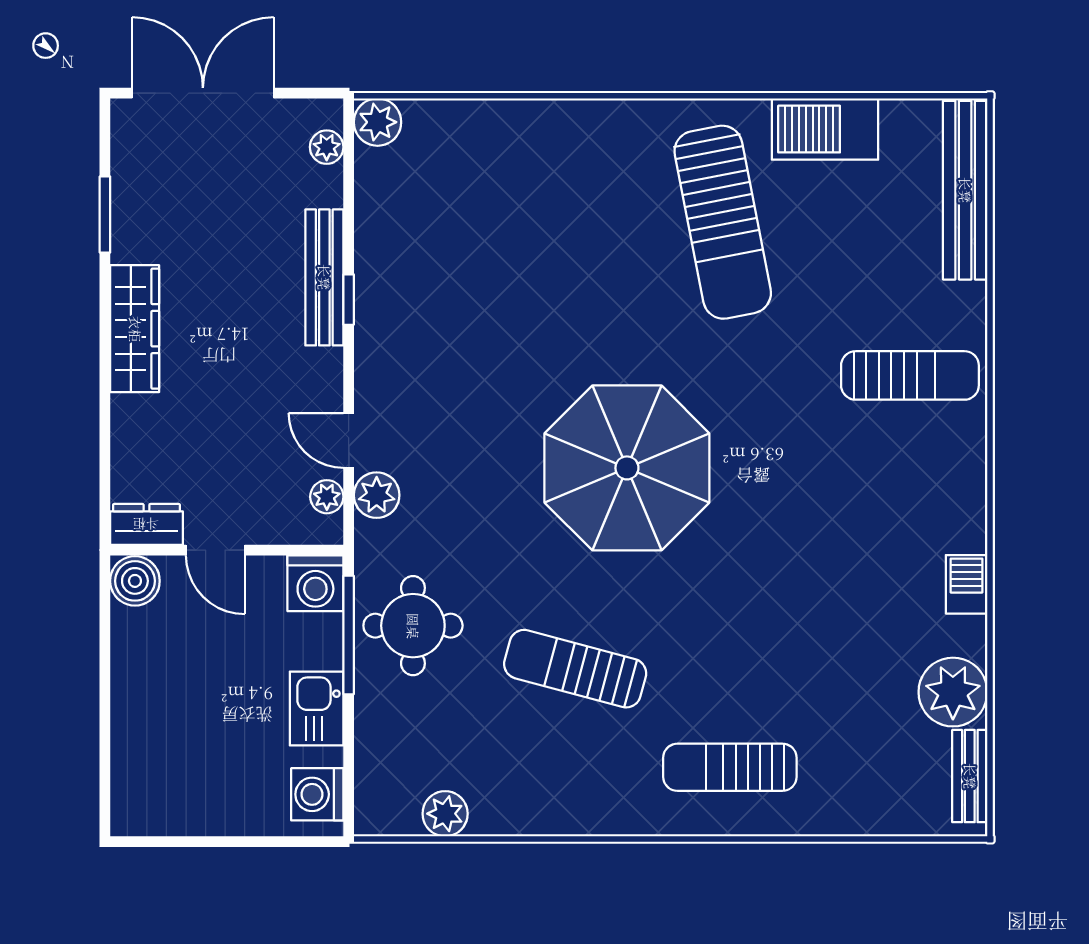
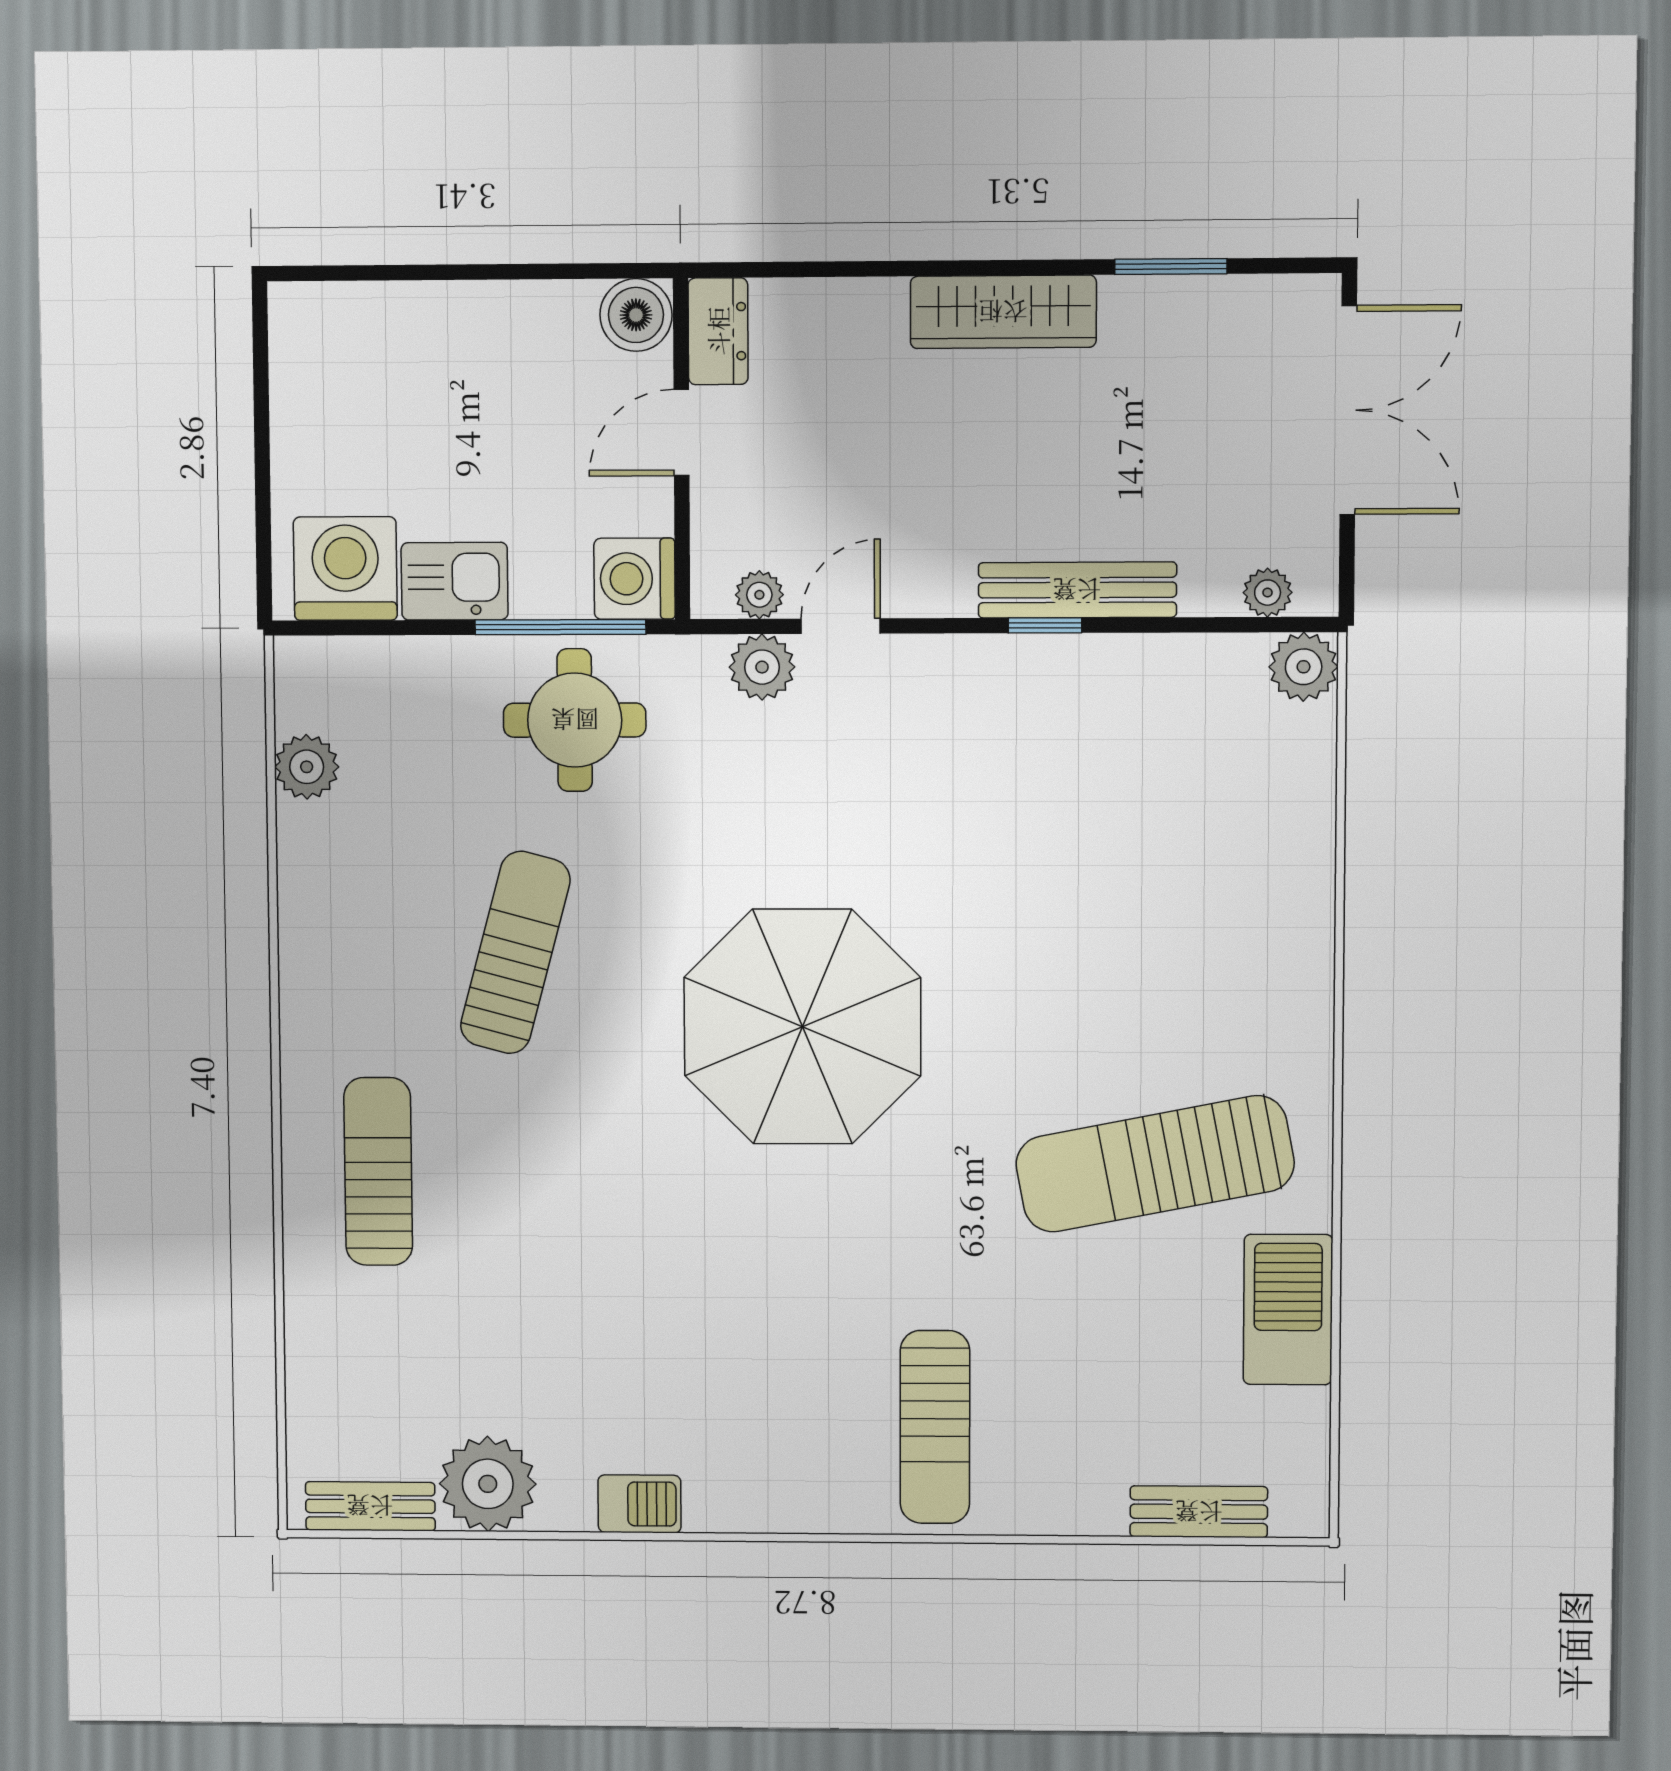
bench: (965, 190) -> (1199, 1512), width x0.54, depth x0.82
washing machine: (317, 794) -> (345, 569), width x1.37, depth x1.37

